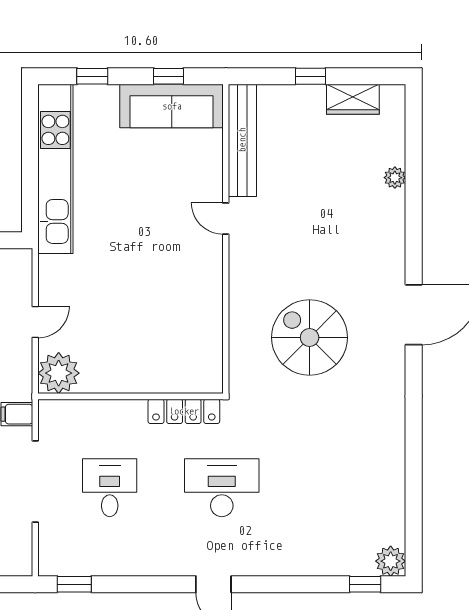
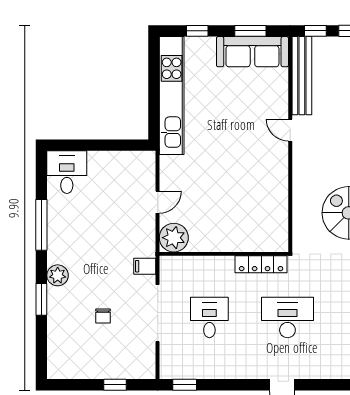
window: (168, 76) -> (250, 31), width x1.50
window: (262, 76) -> (315, 31), added

